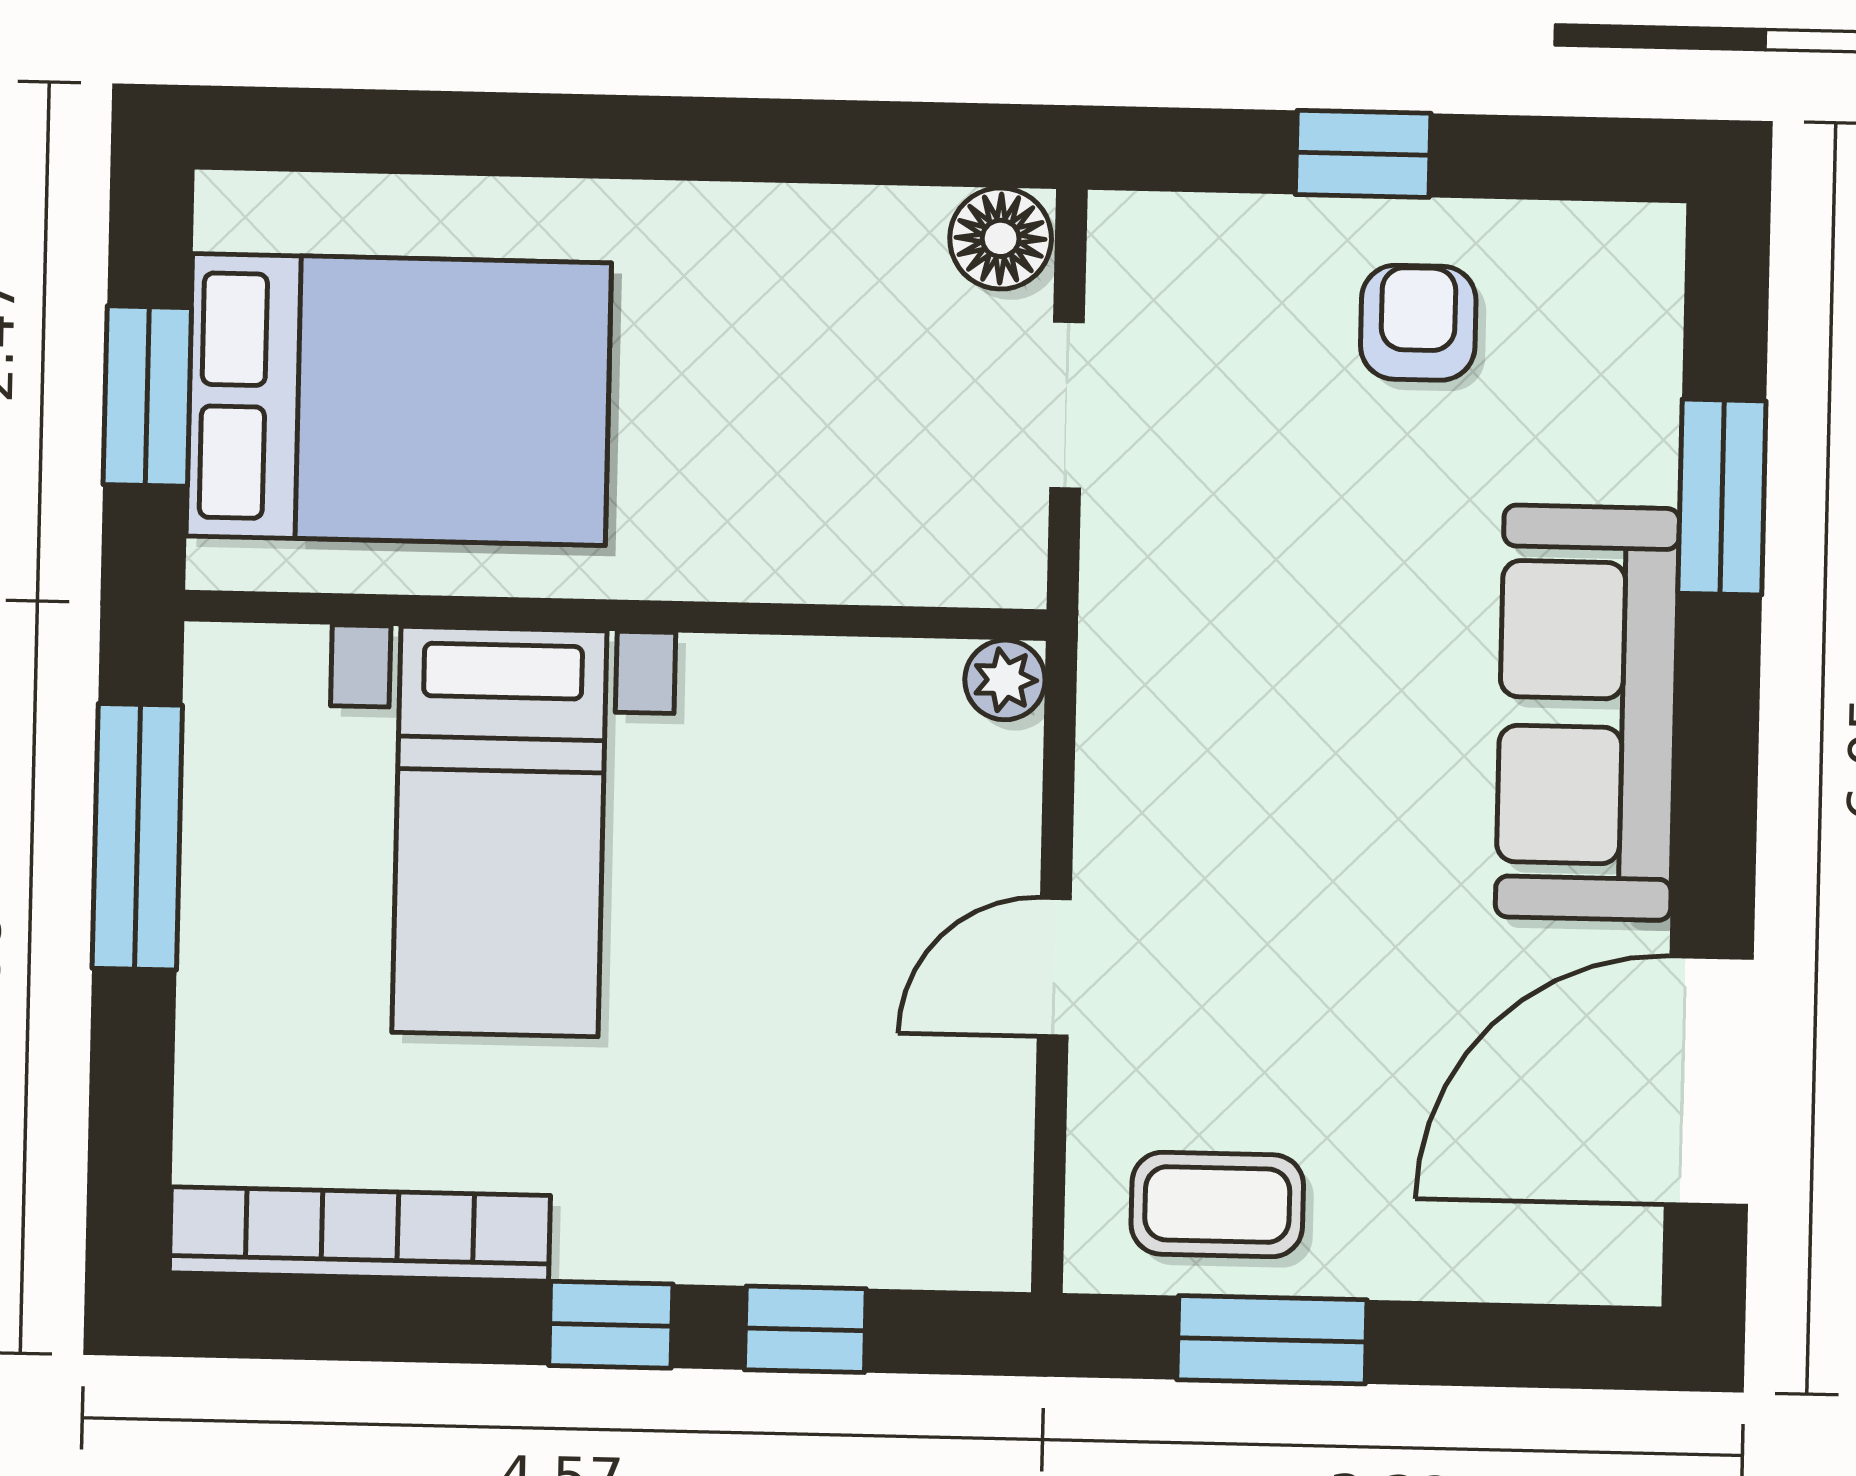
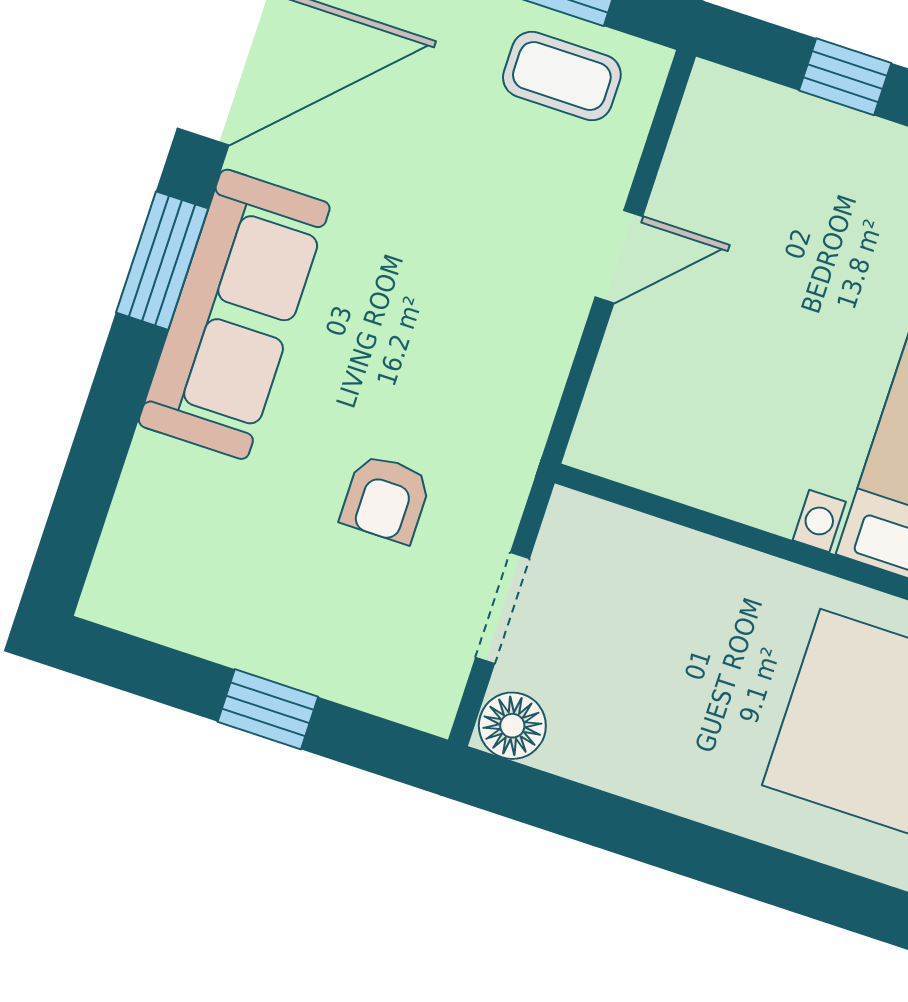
armchair: (1418, 323) -> (386, 499), moved
window: (1722, 497) -> (162, 261), moved
plant: (1005, 680) -> (595, 447), removed

